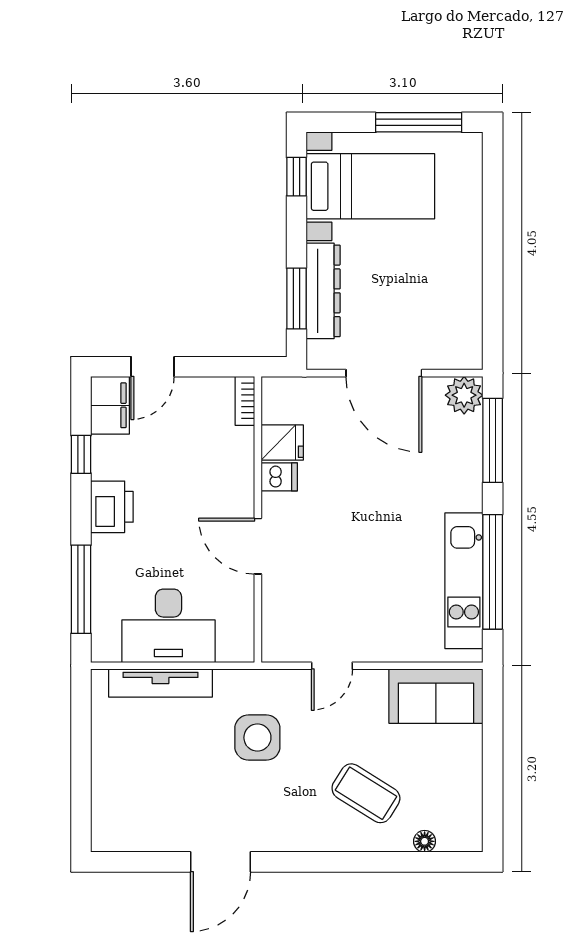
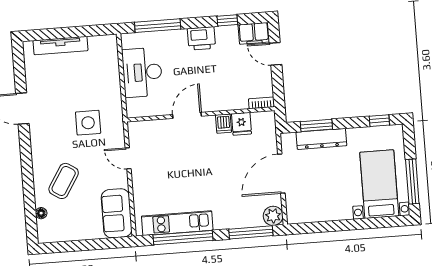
bed with nightstands: (370, 186) -> (379, 184), moved, turned 180
tv unit: (161, 683) -> (60, 45), moved, turned -90

